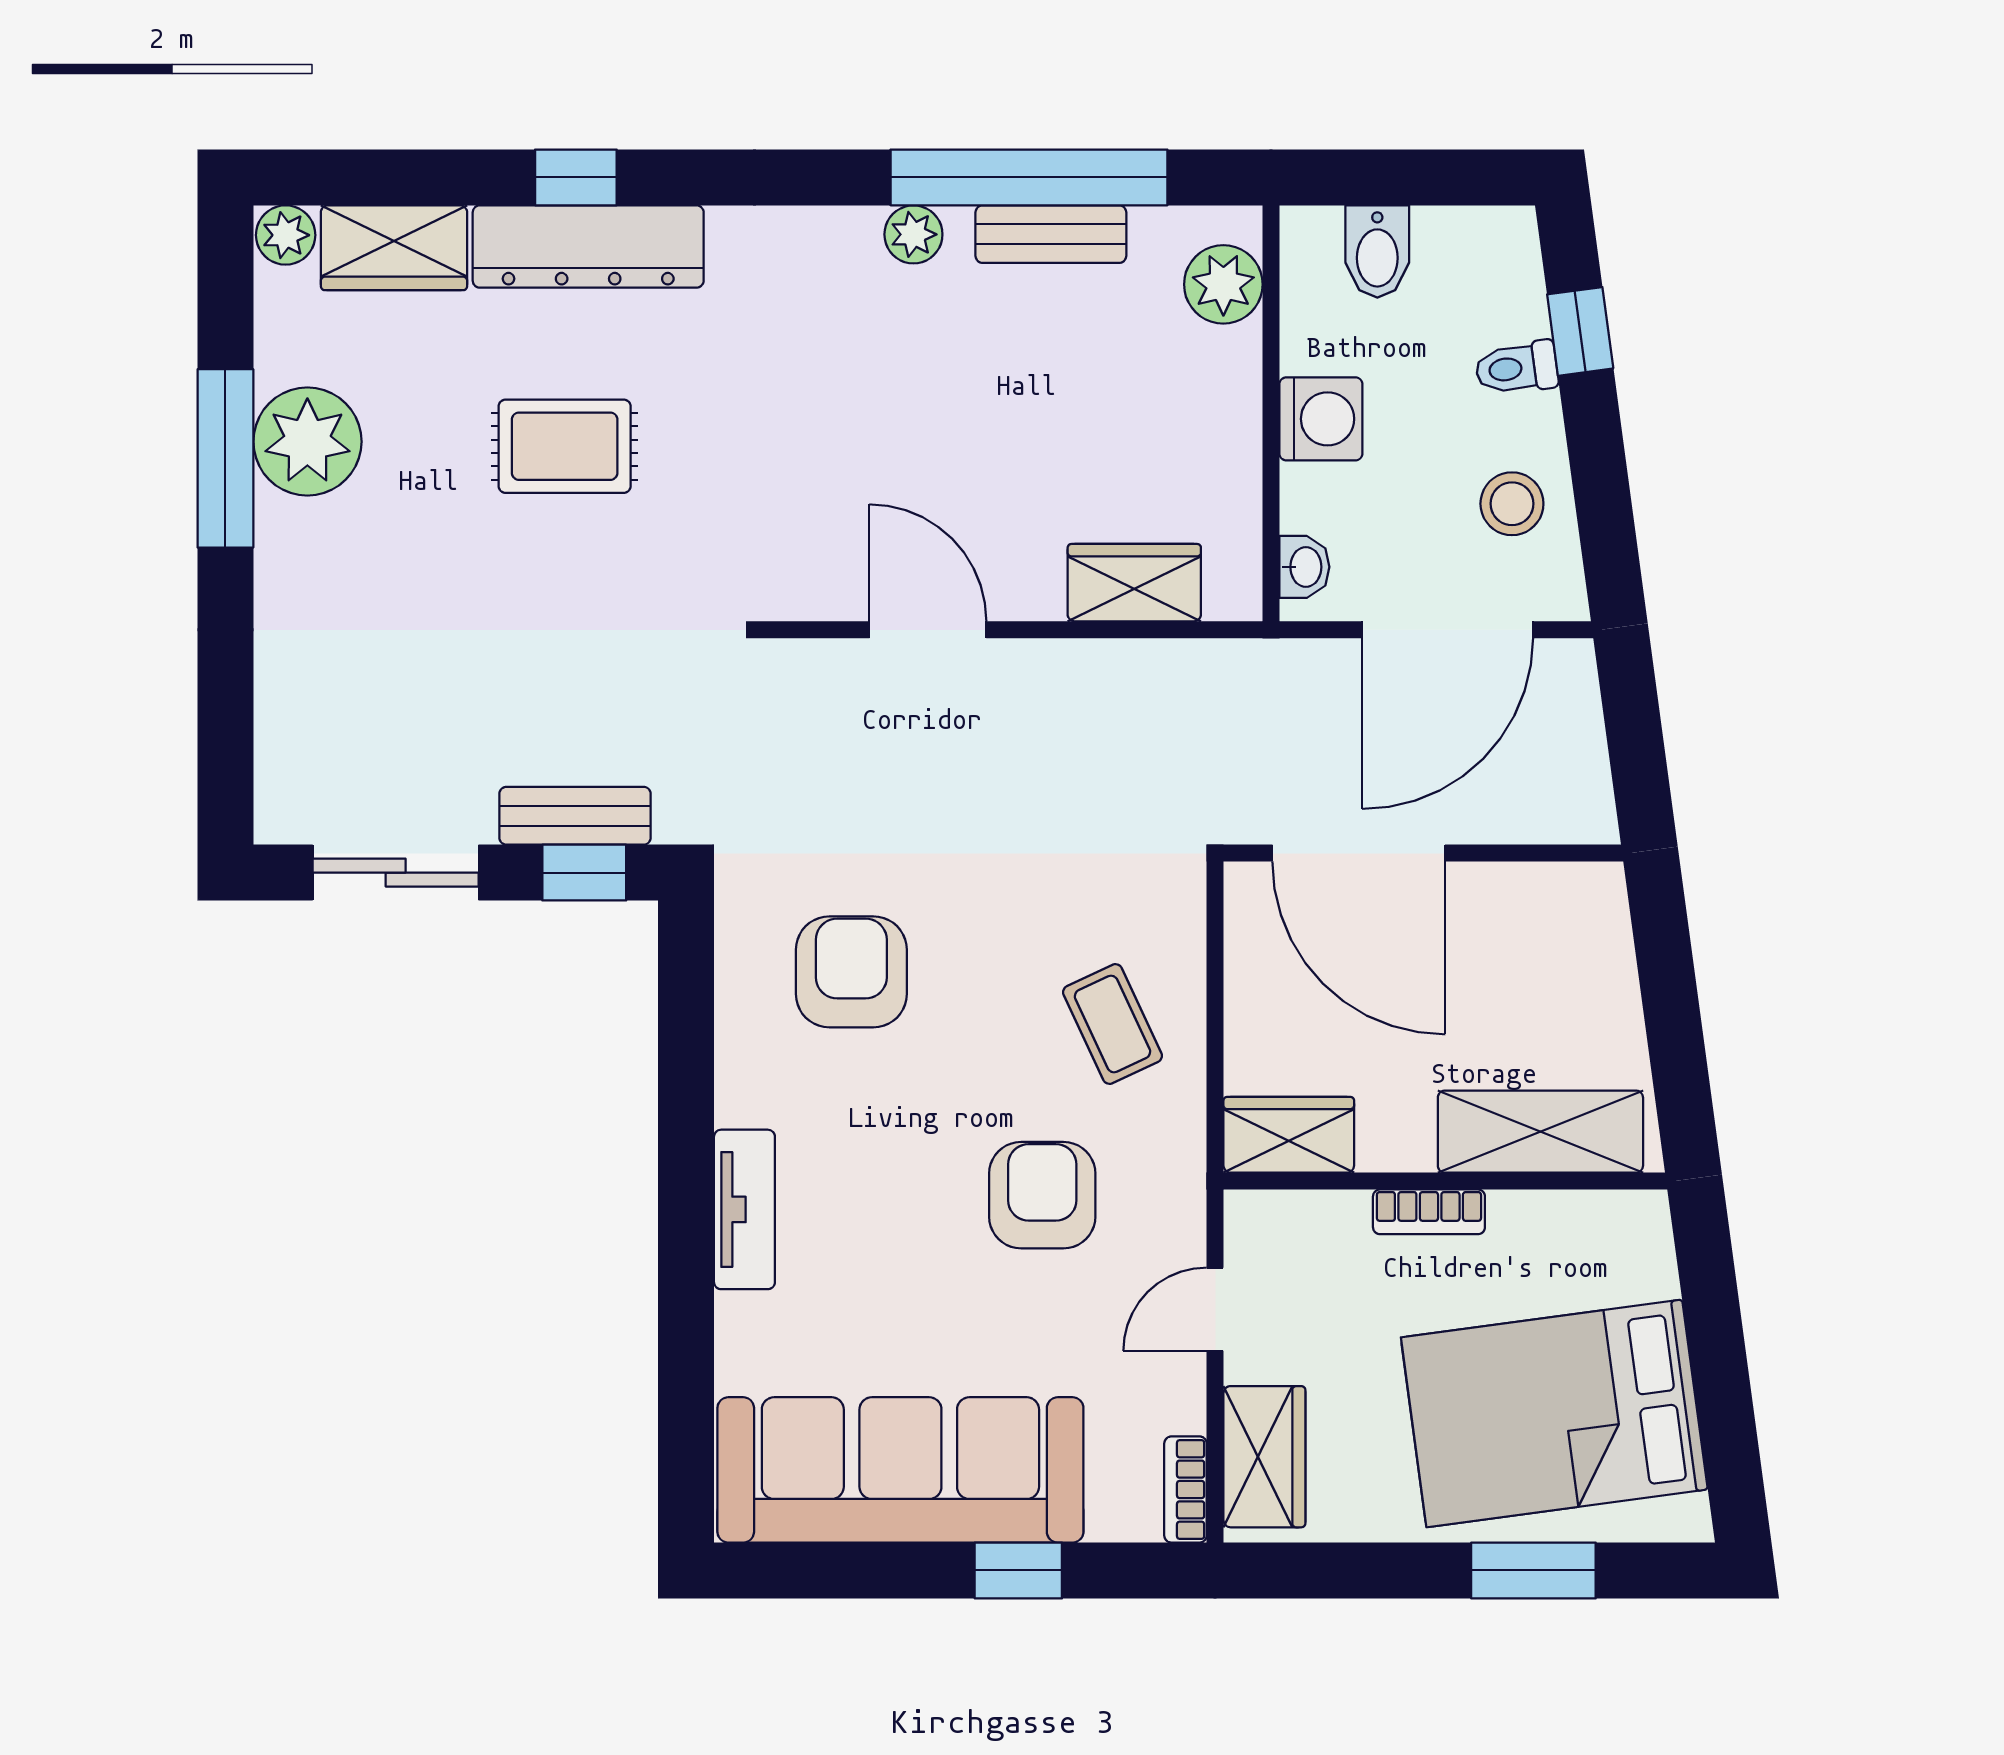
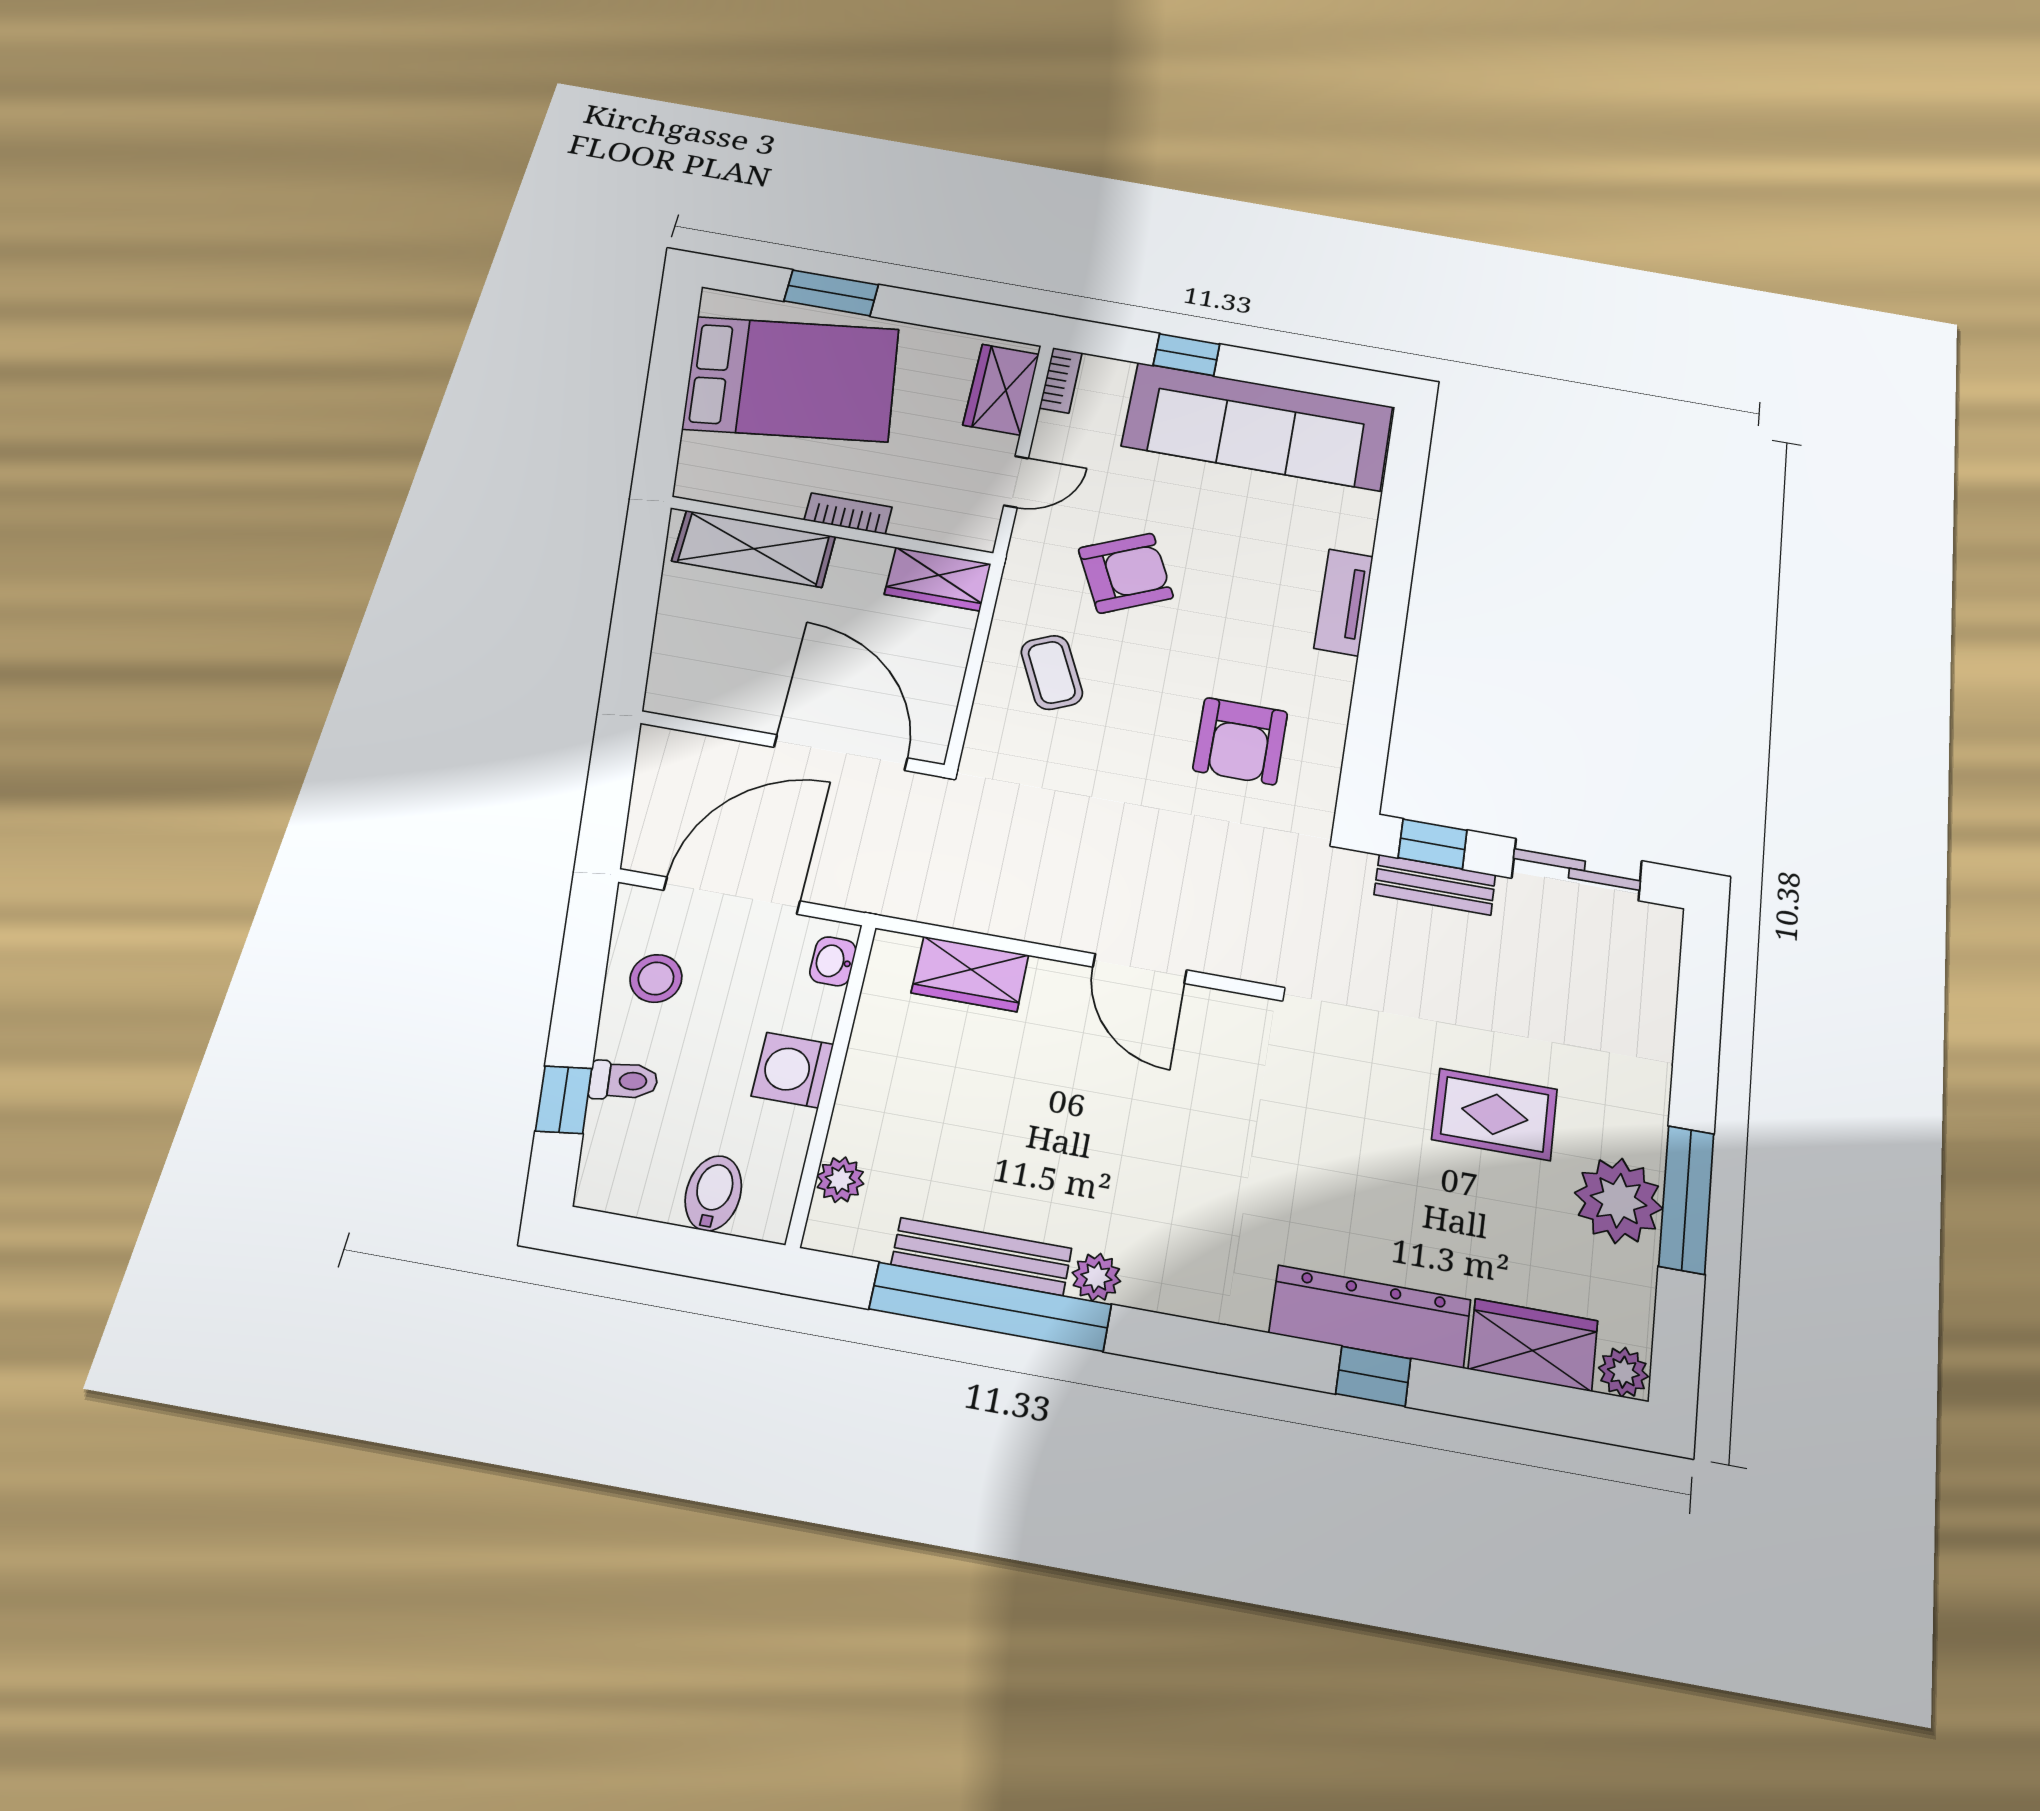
bench: (1051, 234) -> (982, 1256), width x1.36
plant: (1223, 284) -> (840, 1180), width x0.73, depth x0.73
rug: (565, 446) -> (1495, 1114), moved
armchair: (1042, 1195) -> (1126, 573), turned -115

